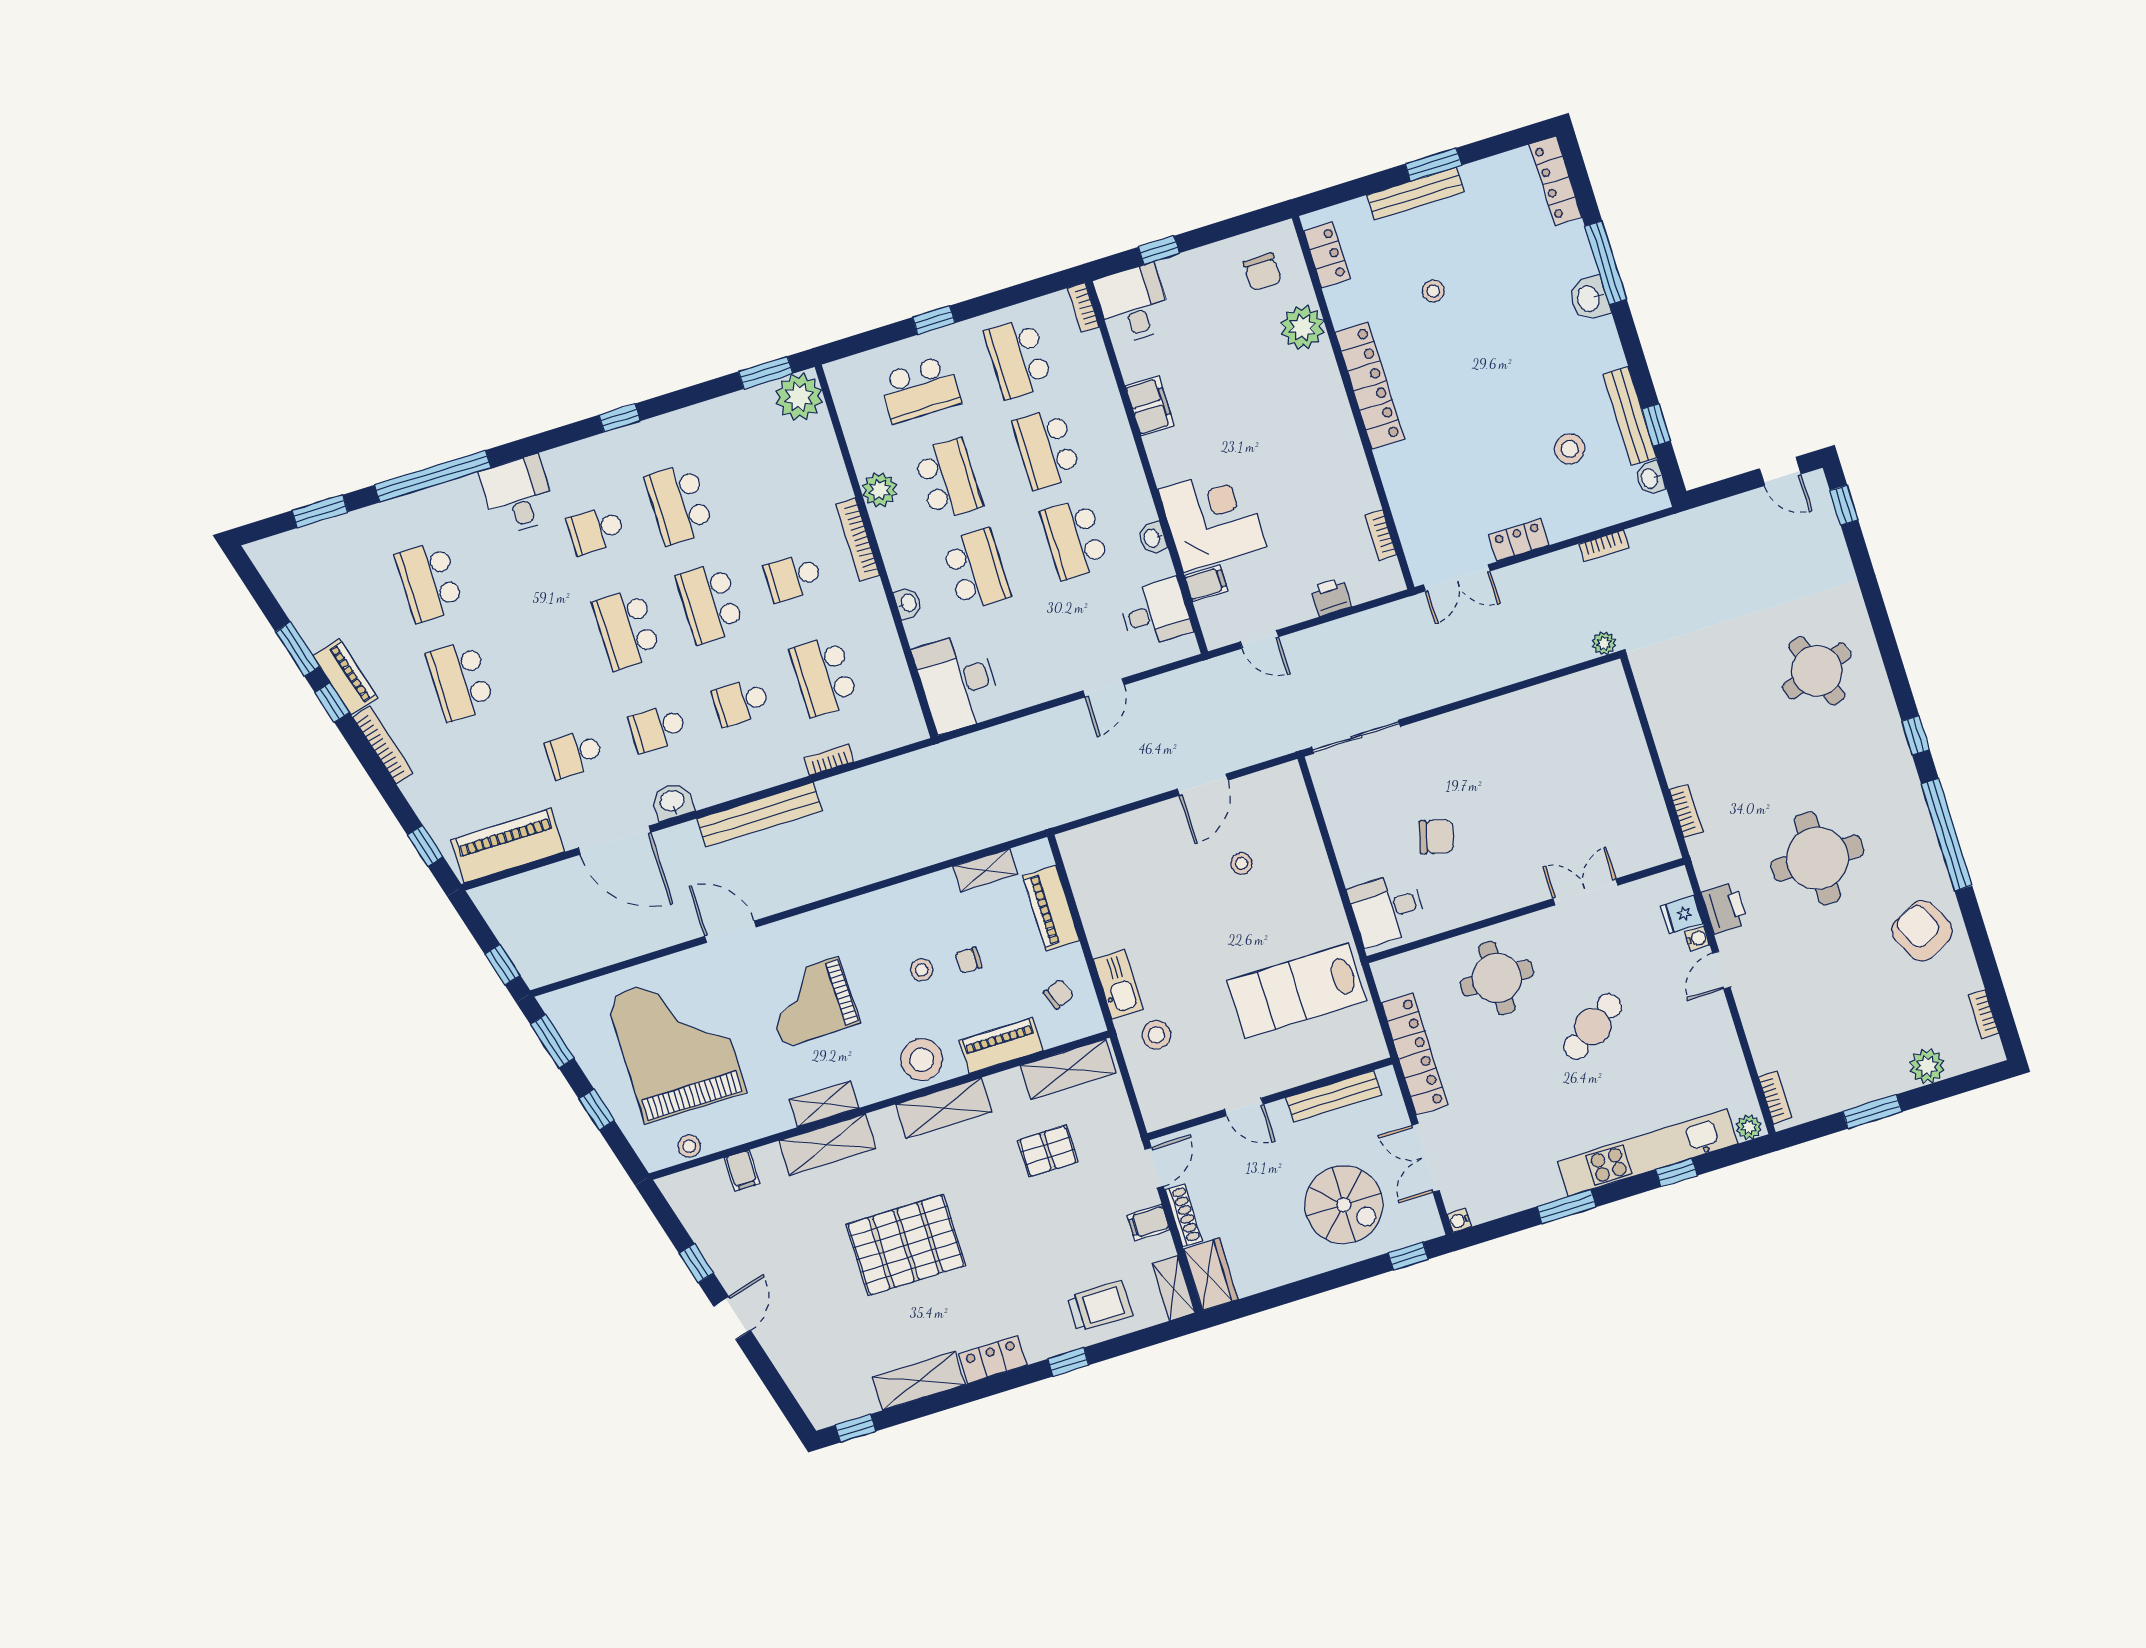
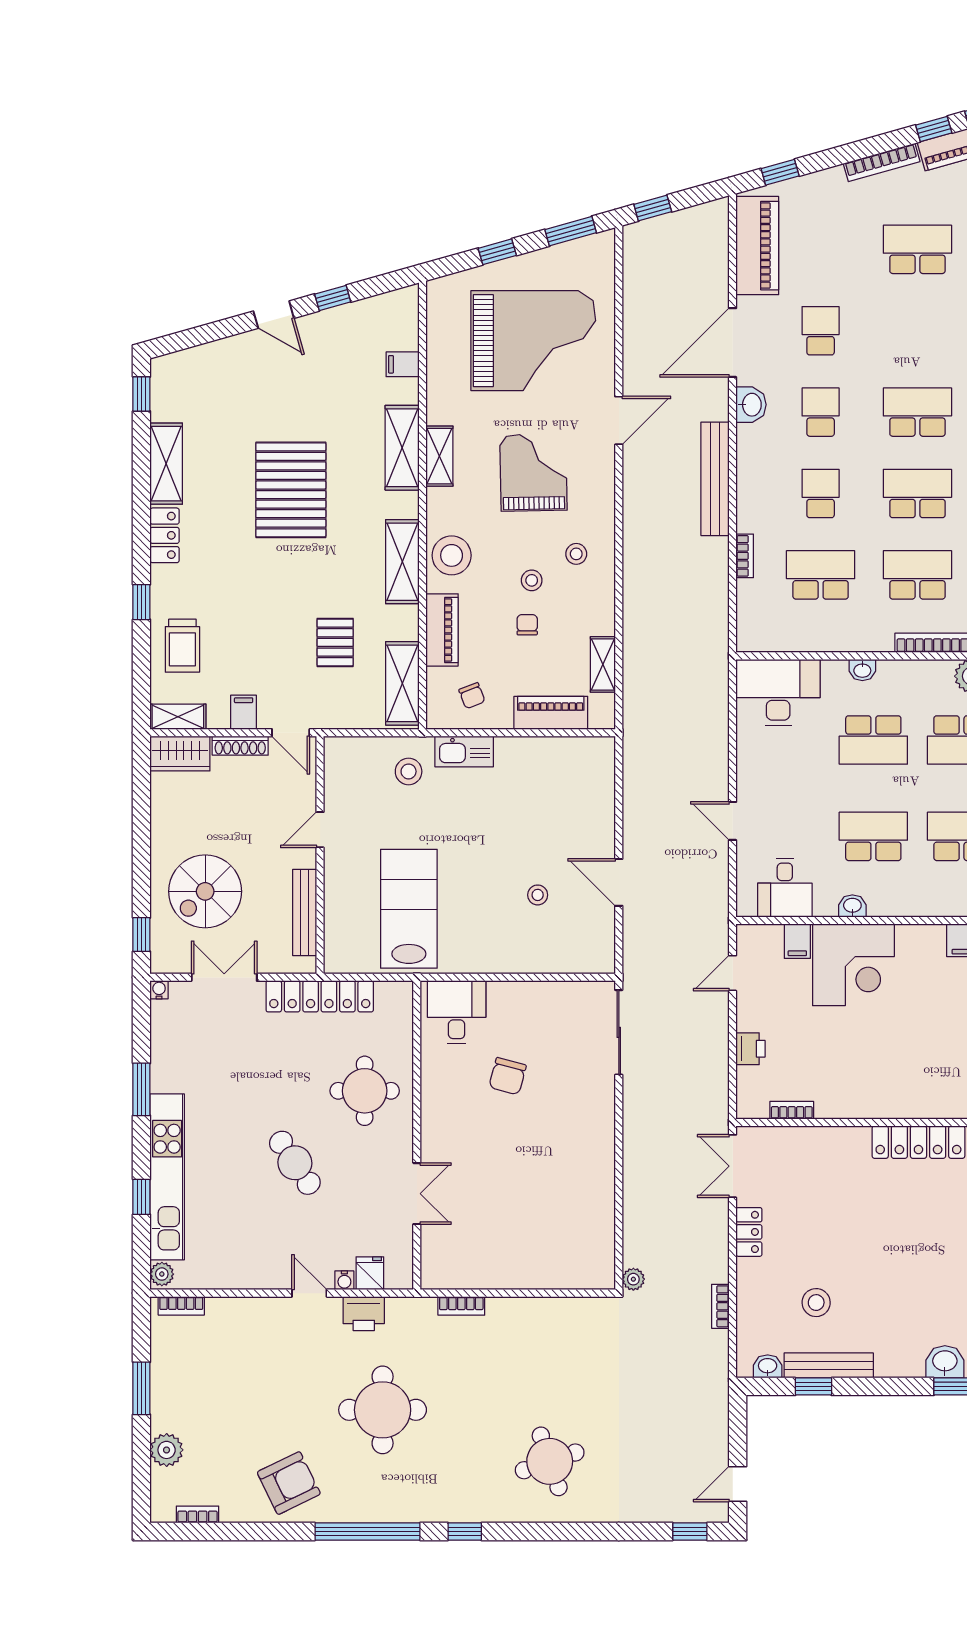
school desk: (793, 577) -> (917, 575), width x1.85
stool: (689, 1146) -> (576, 554), moved

